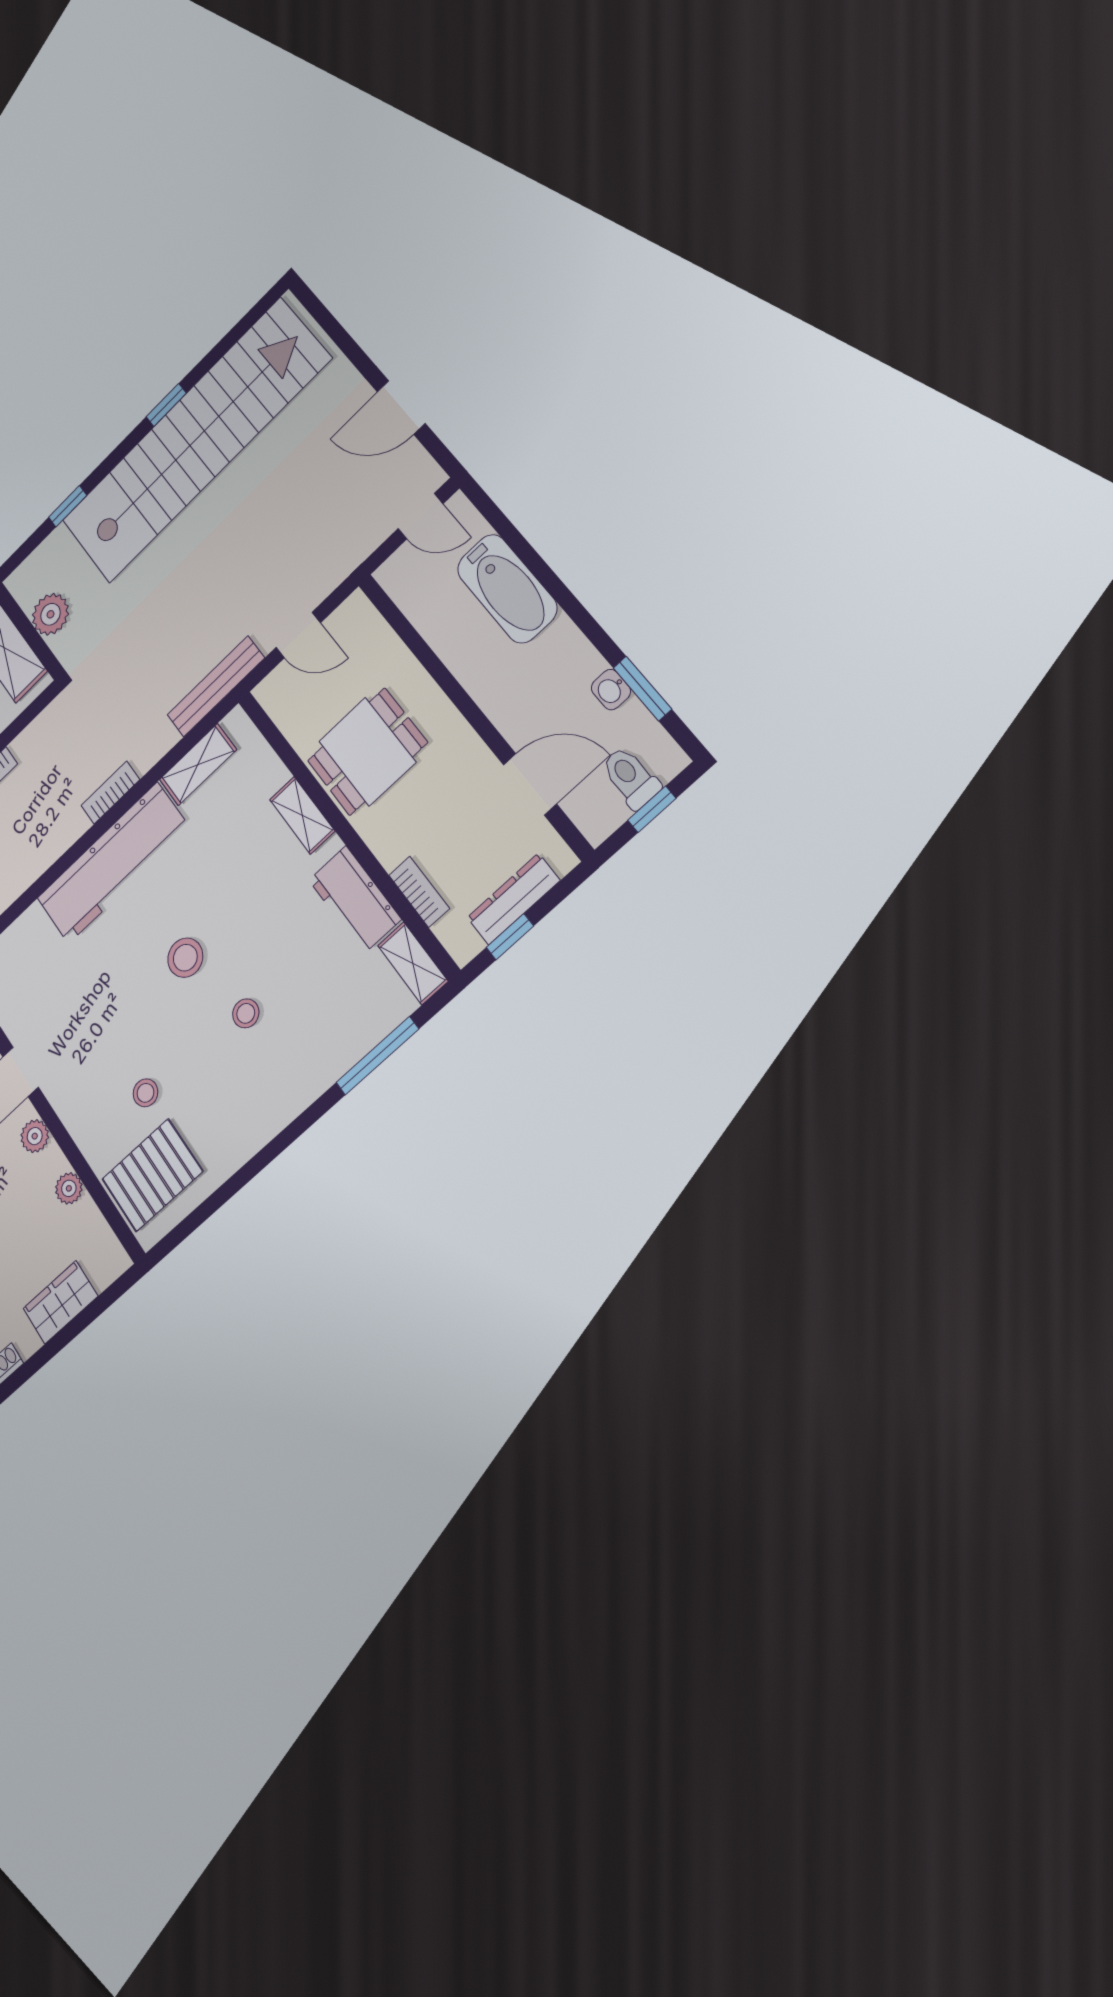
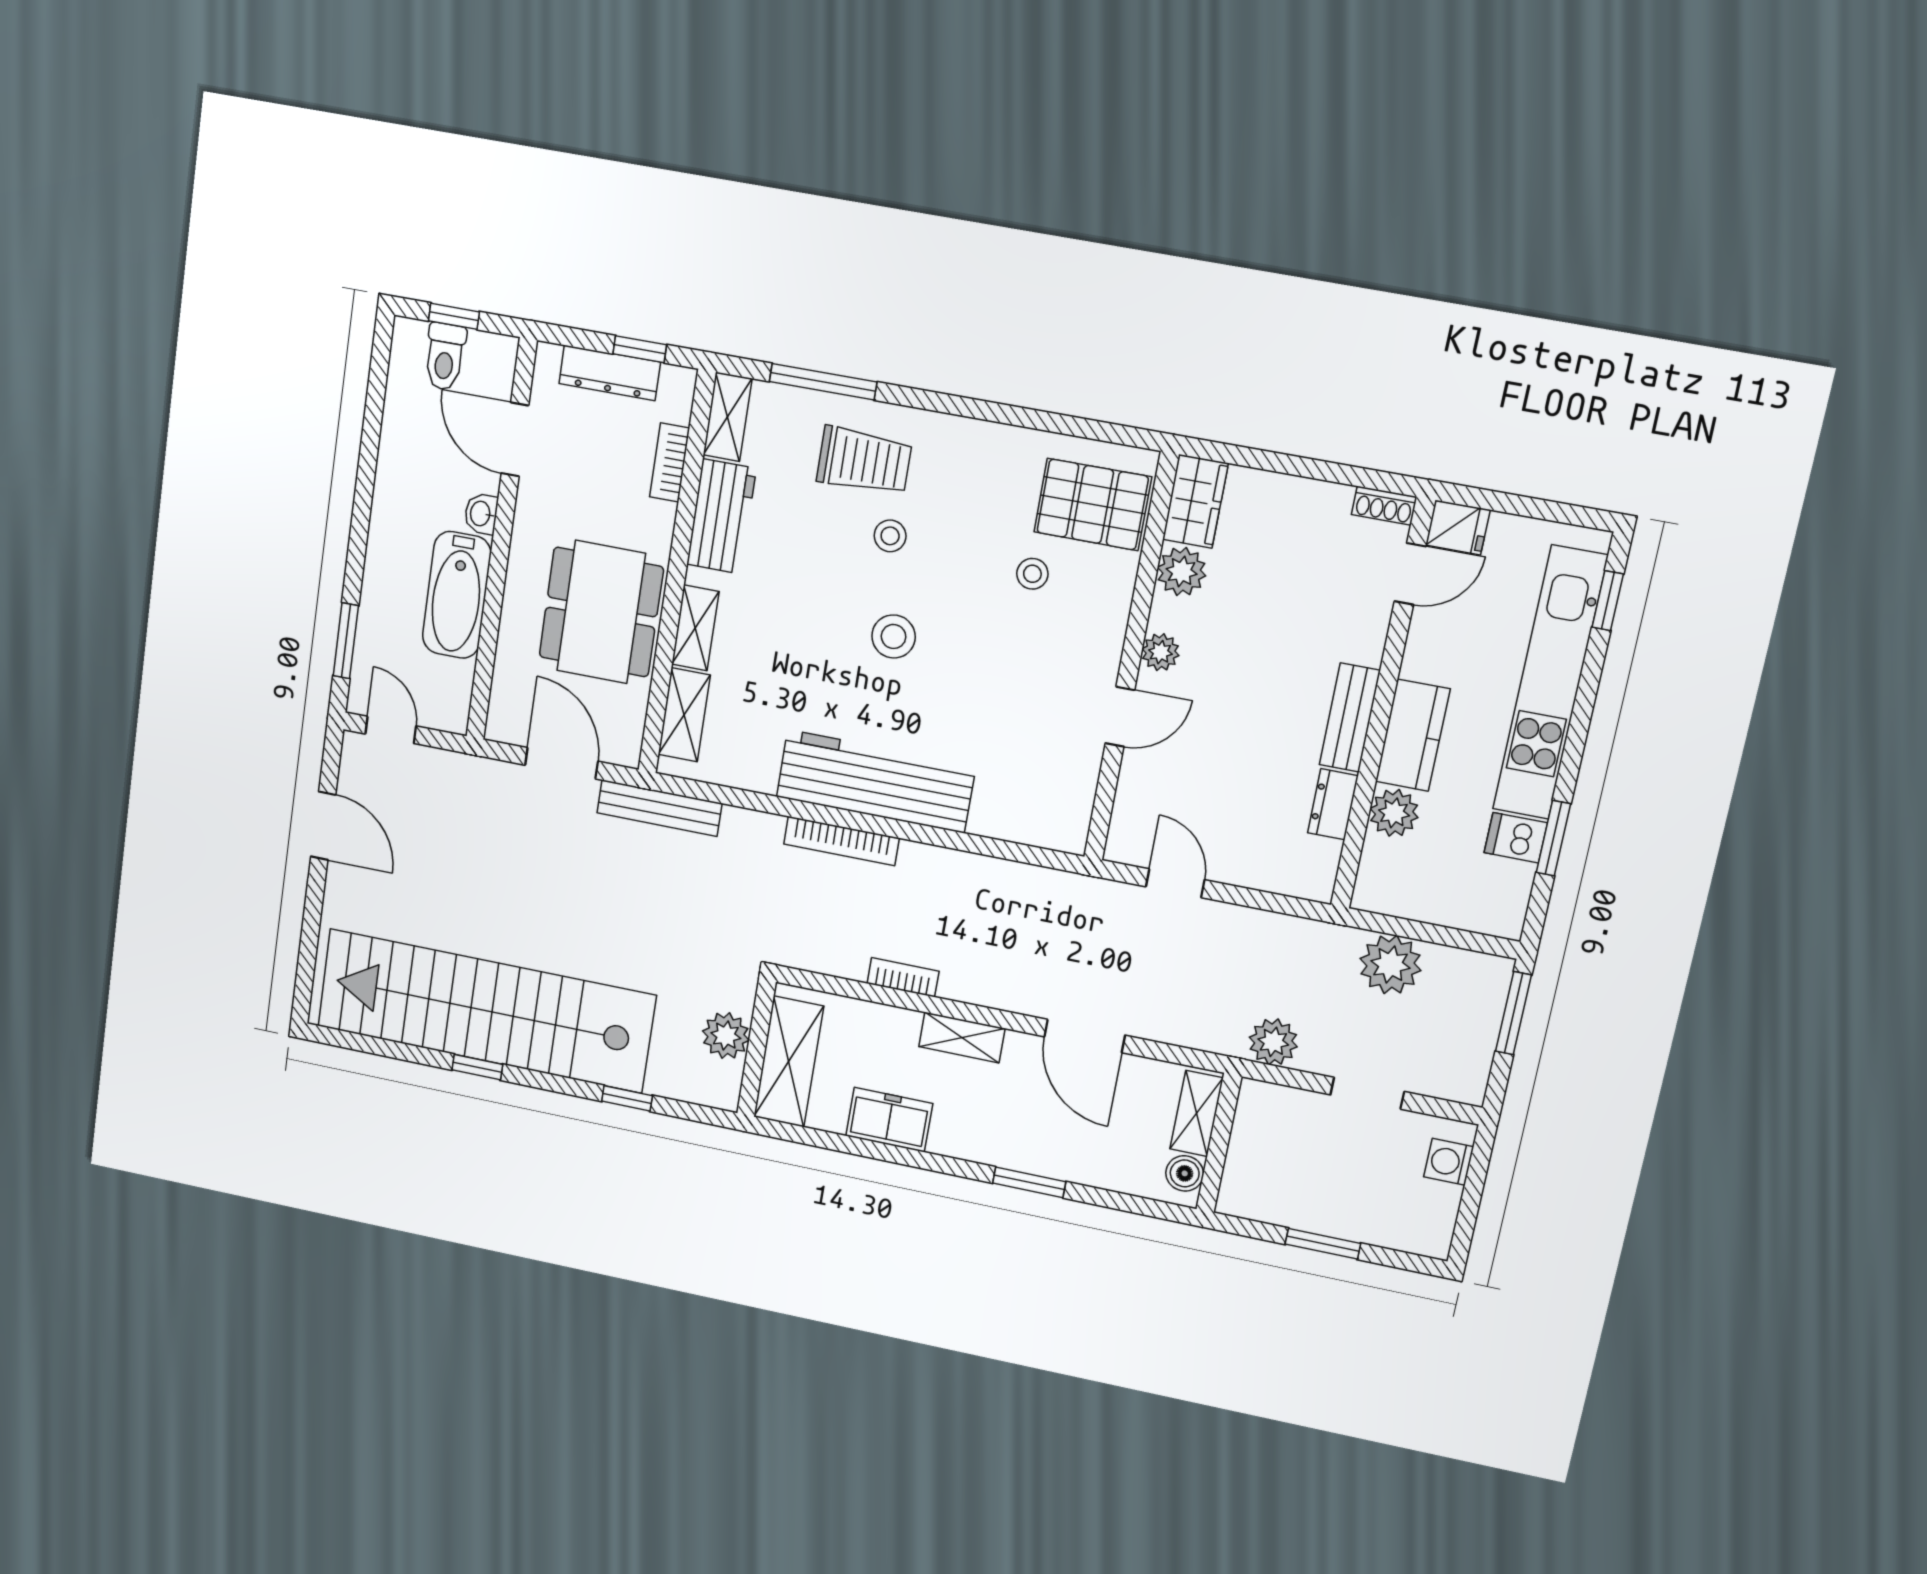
bathtub: (507, 589) -> (457, 595), moved, turned 180
door: (298, 635) -> (561, 763), width x1.38
window: (642, 688) -> (346, 641), moved
washbasin: (611, 690) -> (481, 514), moved, turned 180
dining table: (367, 752) -> (601, 612), width x1.38
shelving: (198, 765) -> (684, 715), moved, turned 90
bookcase: (110, 793) -> (841, 841), width x1.56
trolley: (305, 1039) -> (864, 461), added
plant: (69, 1188) -> (1182, 572), width x1.38, depth x1.38
wardrobe: (60, 1302) -> (1195, 501), moved, turned -90

